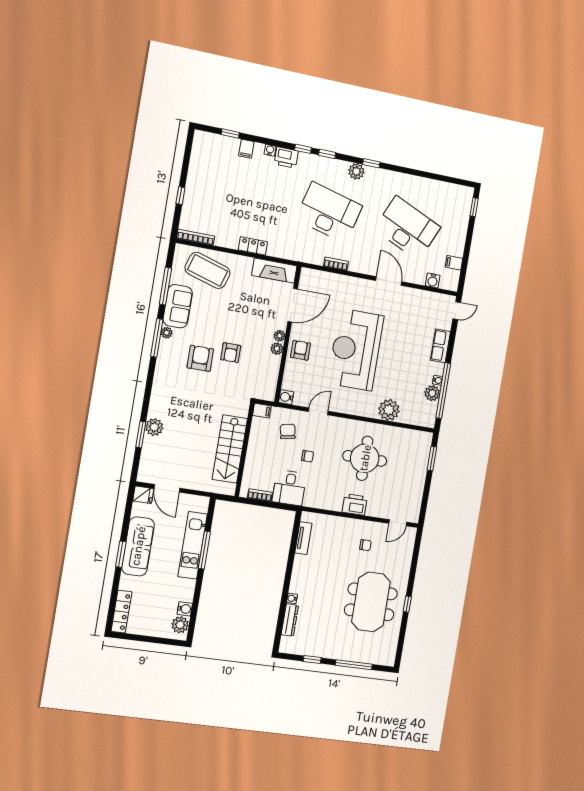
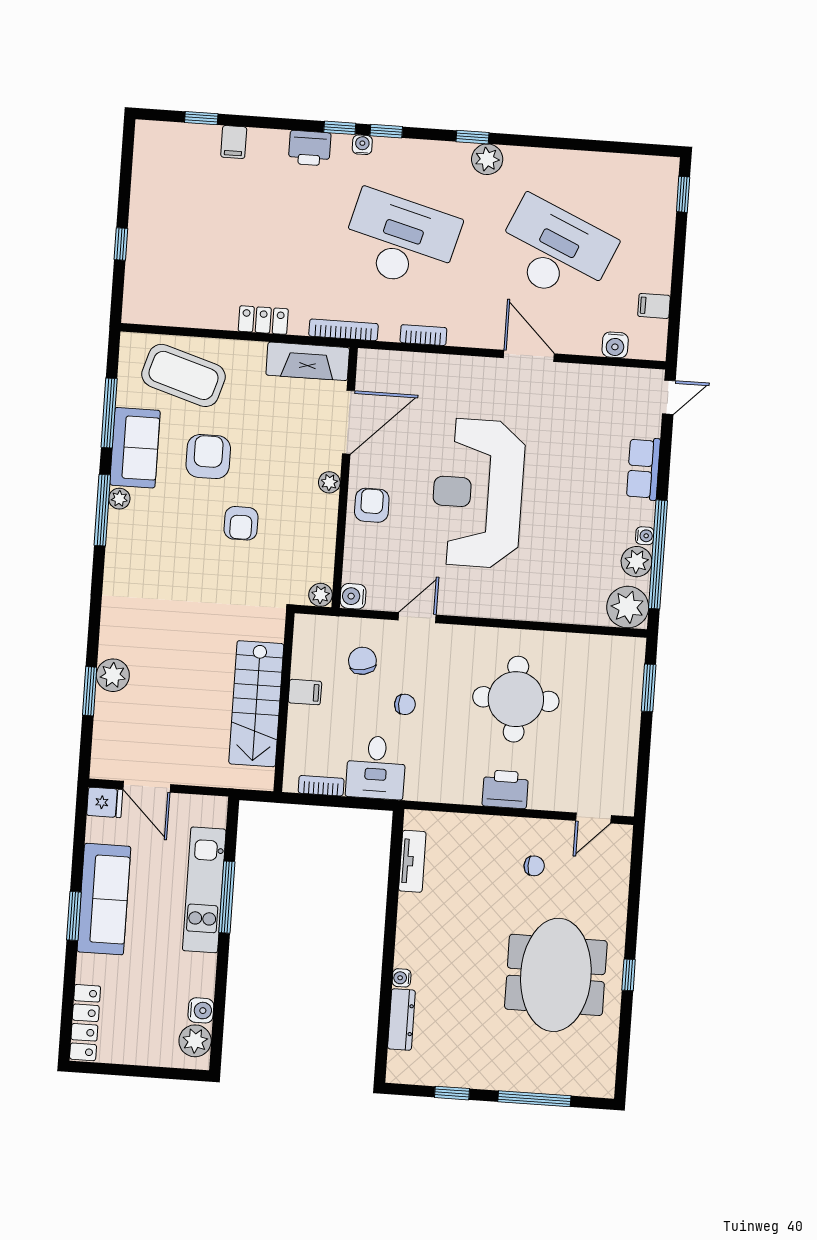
water cooler: (270, 150) -> (362, 145), moved
plant: (356, 171) -> (487, 159), moved
bookcase: (196, 237) -> (343, 330), moved
plant: (277, 349) -> (321, 595), moved
armchair: (200, 358) -> (208, 457), moved
plant: (389, 410) -> (628, 607), moved
filing cabinet: (262, 411) -> (305, 692), moved

